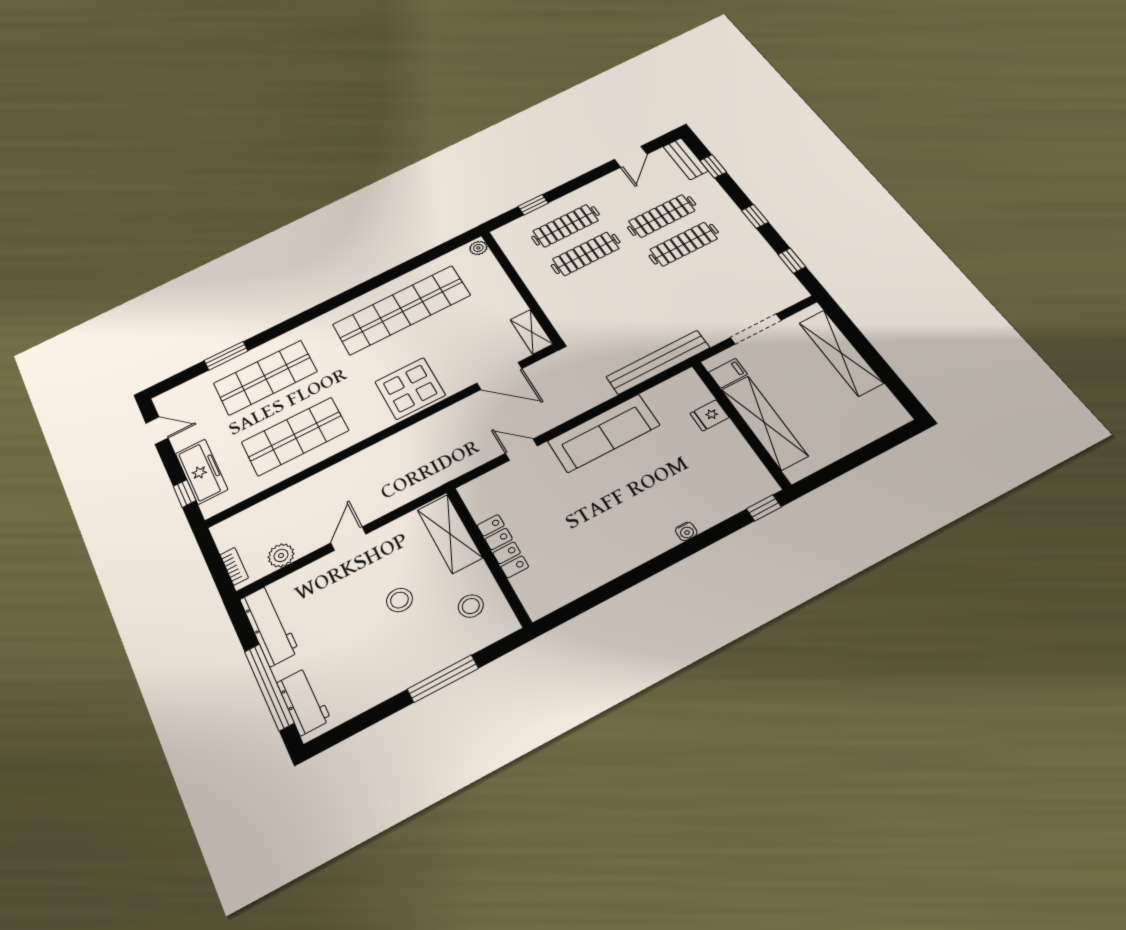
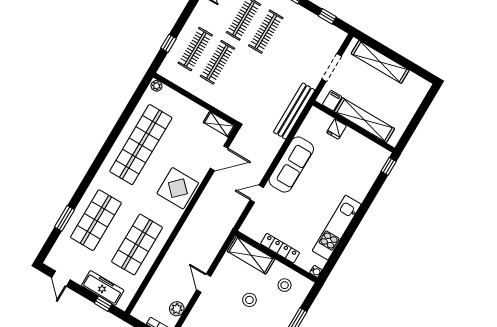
door: (157, 431) -> (61, 279), swing flipped
water cooler: (686, 531) -> (316, 271), moved
kitchen unit: (616, 560) -> (337, 228), added

